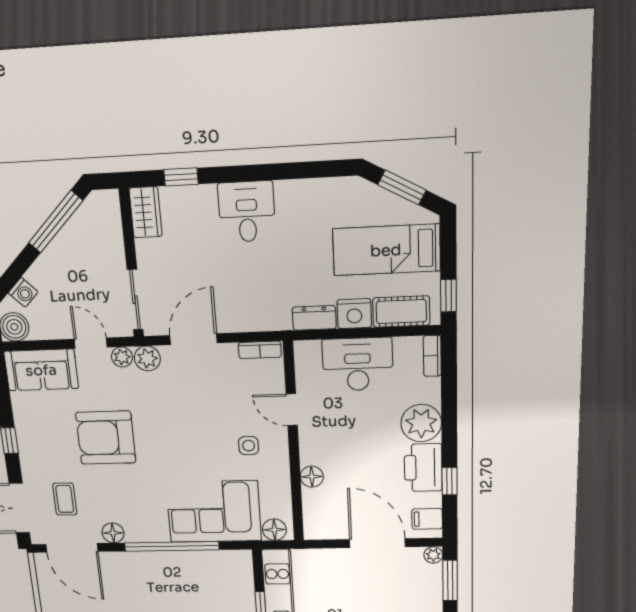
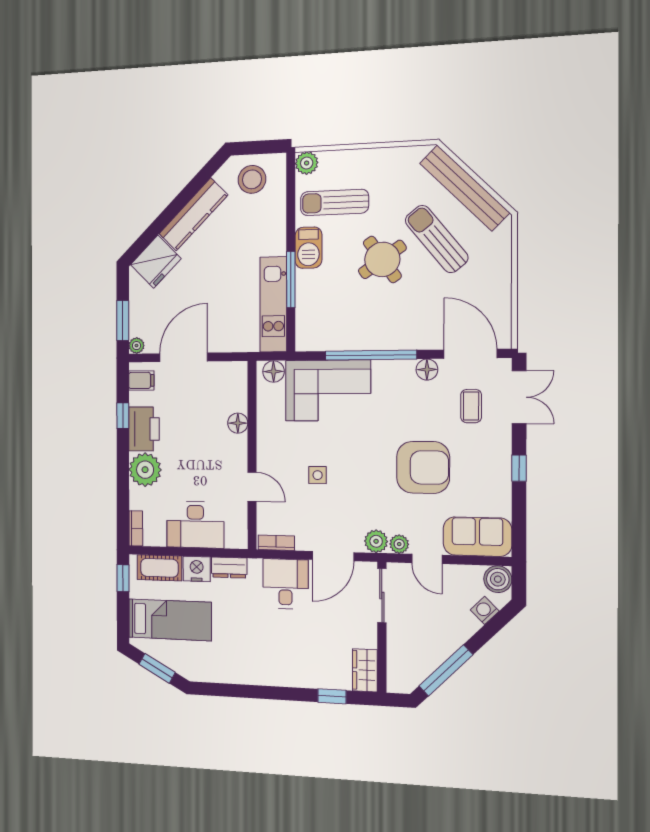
desk: (247, 212) -> (286, 584), moved, turned 180
side table: (249, 446) -> (318, 475), moved
door: (377, 543) -> (184, 357), swing flipped

